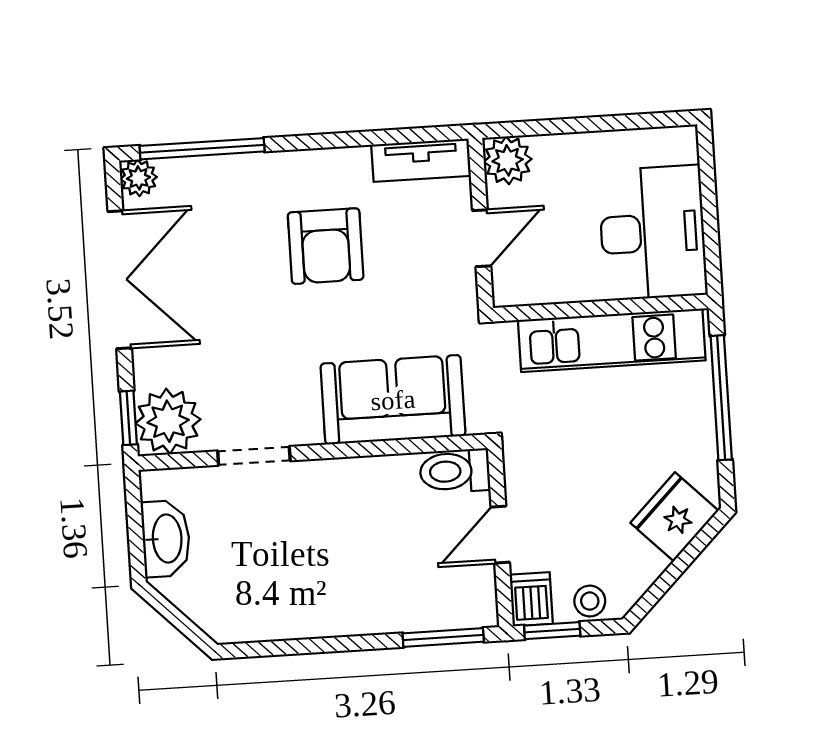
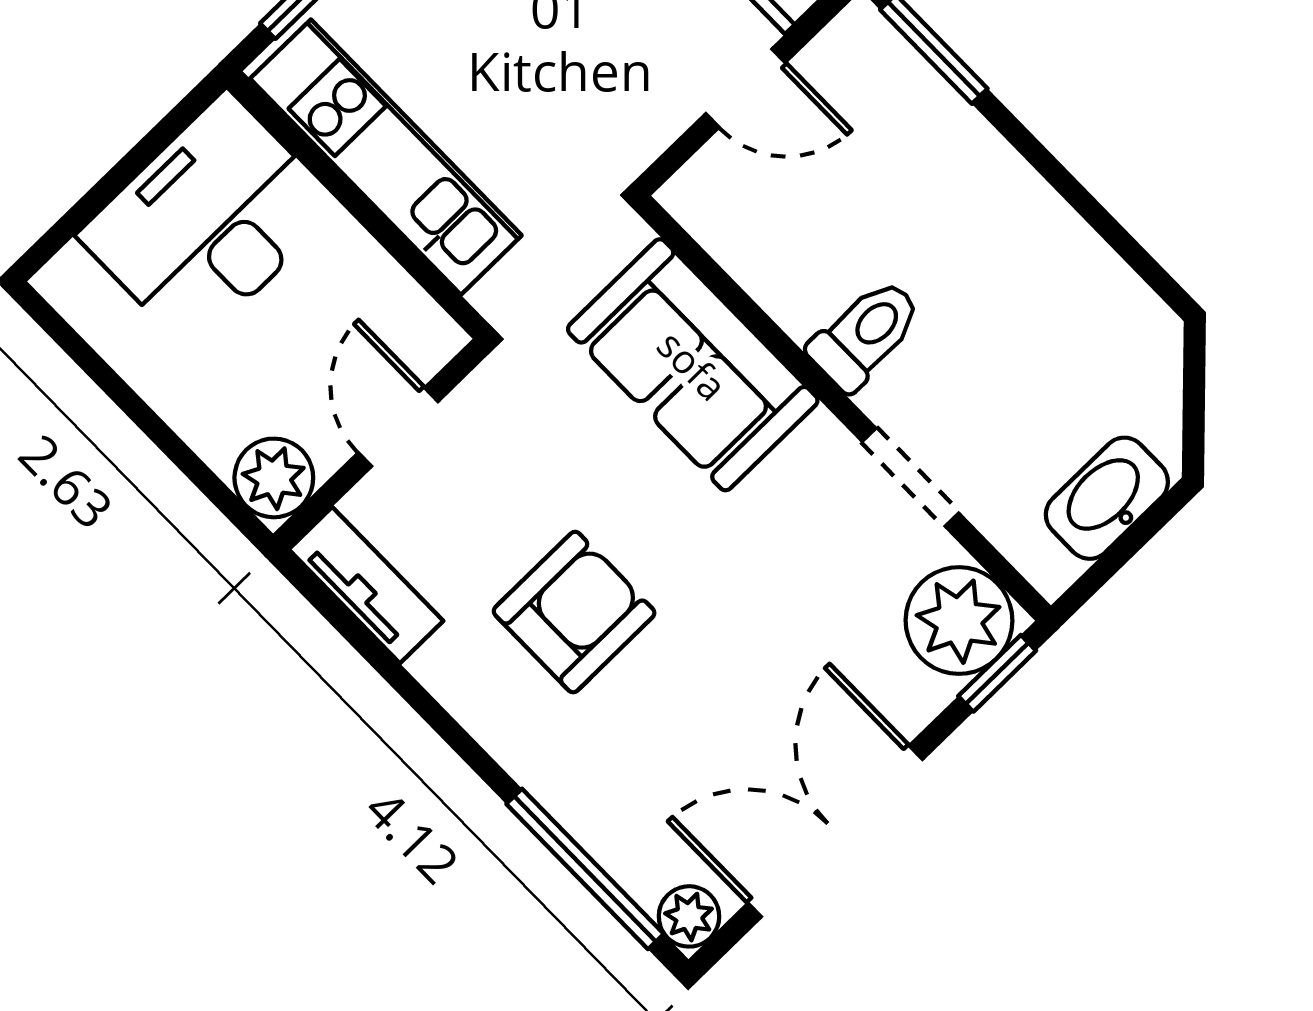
door: (482, 238) -> (398, 427), hinge flipped
toilet: (455, 471) -> (865, 334), moved, turned -90

